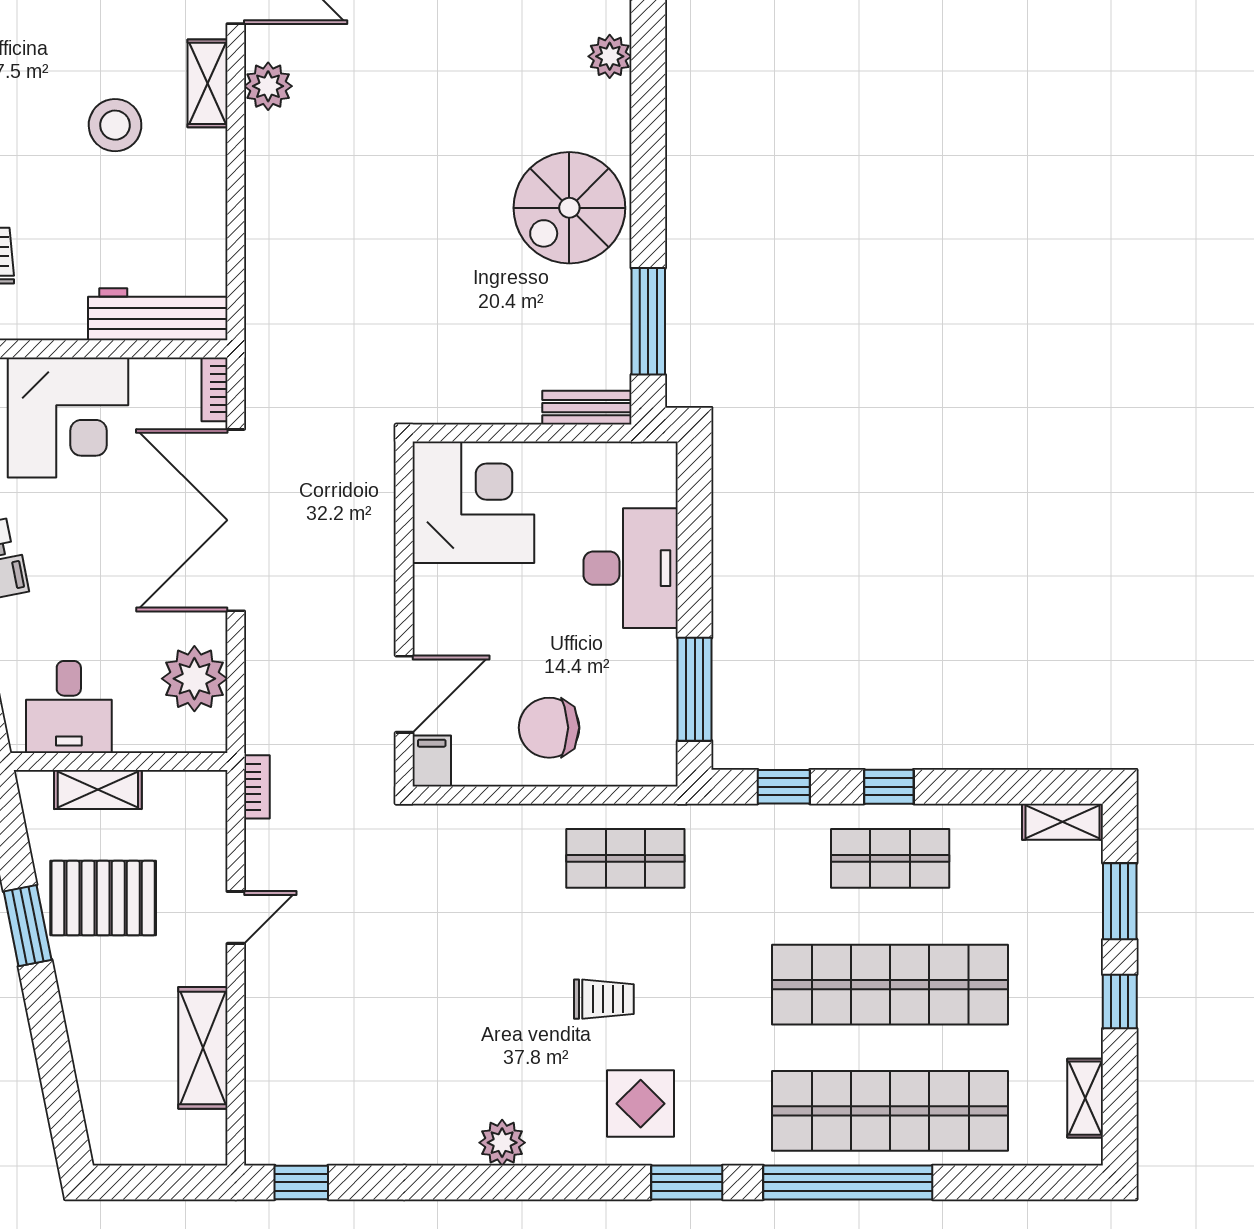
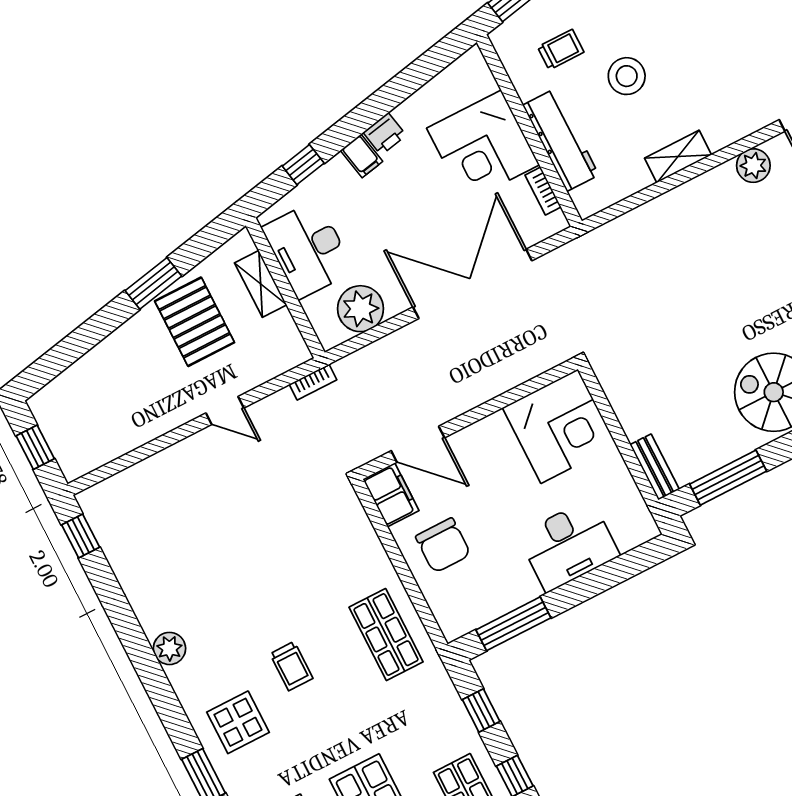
shelving: (208, 83) -> (678, 156), moved
stool: (115, 125) -> (627, 76), moved
workbench: (158, 314) -> (561, 140), moved
bookcase: (214, 389) -> (543, 191), moved, turned -90
desk: (69, 707) -> (308, 249), width x1.37
chair: (549, 728) -> (443, 545), turned 180
filing cabinet: (432, 761) -> (391, 495), width x2.00
shelving: (203, 1048) -> (133, 432), removed
window: (159, 1182) -> (35, 447), added

